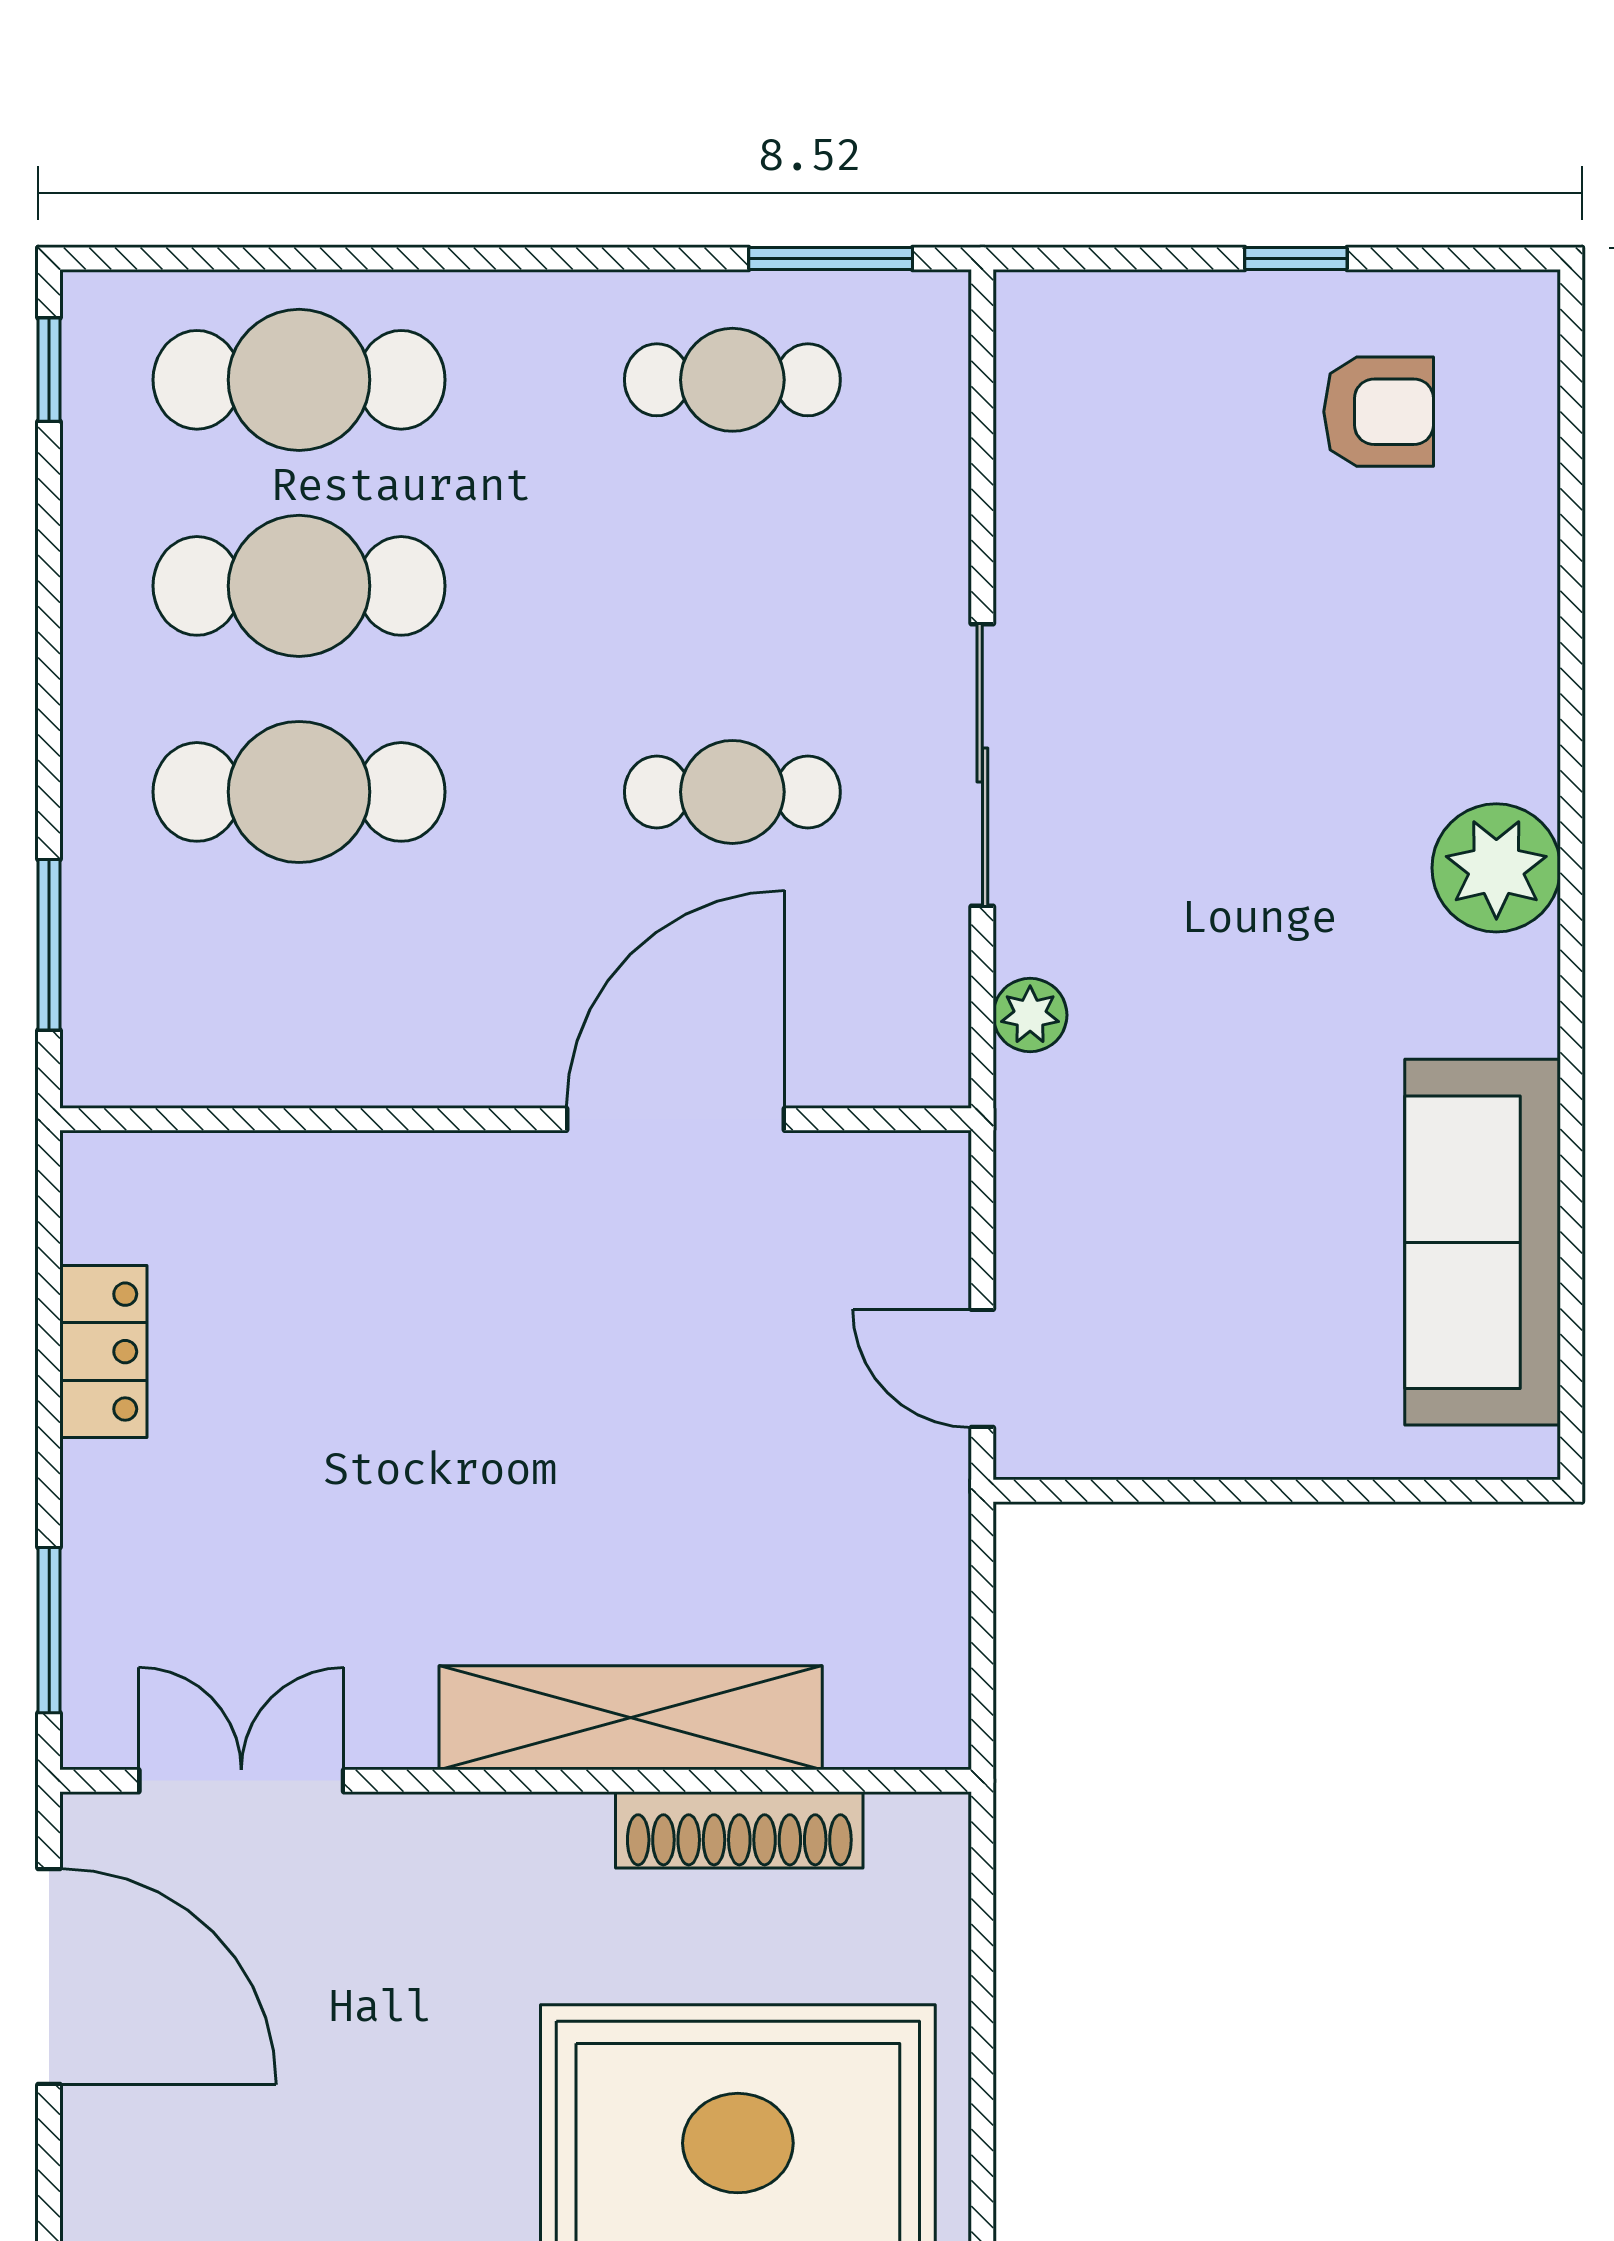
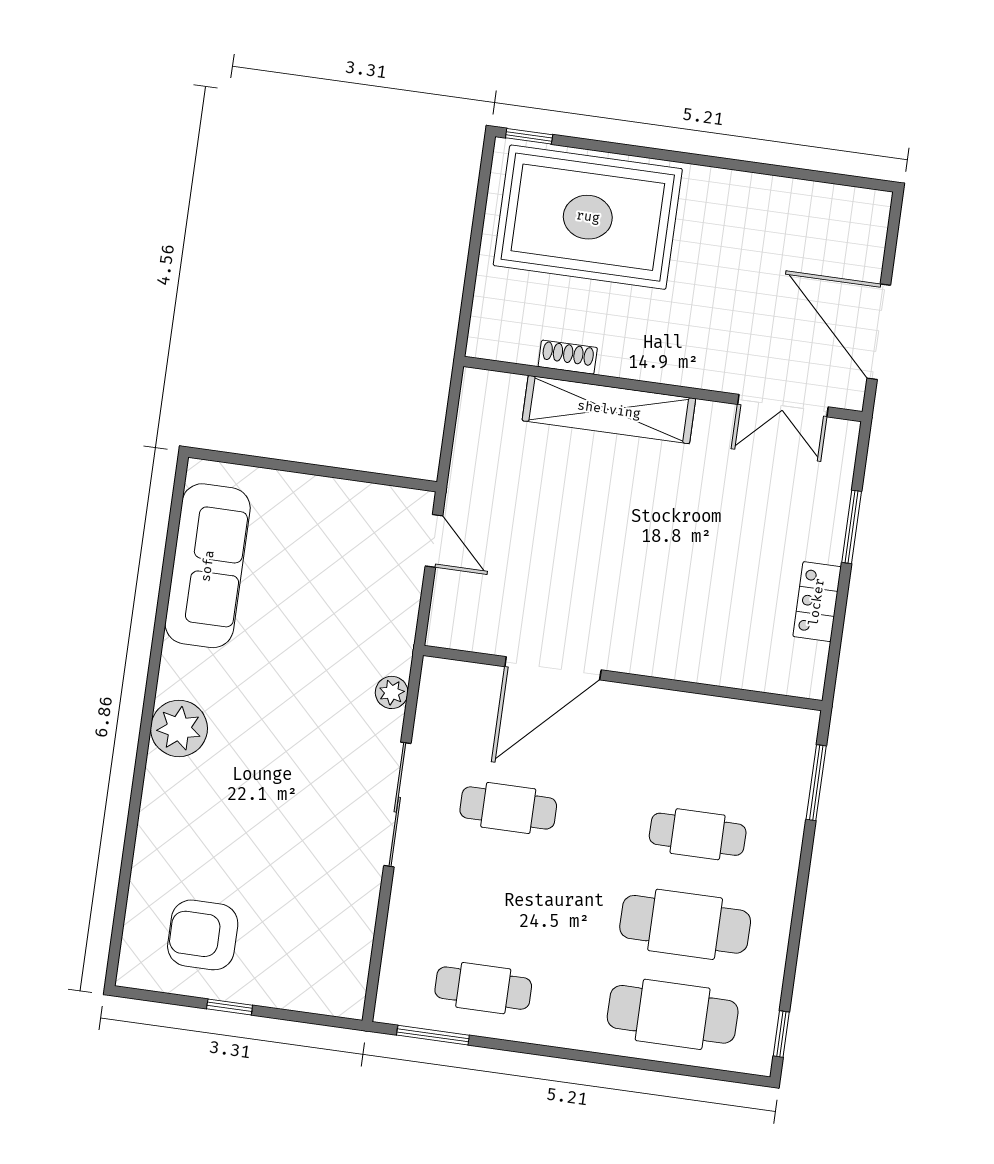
armchair: (1379, 412) -> (203, 935), width x1.38, depth x1.38
cafe table: (299, 792) -> (698, 834), width x0.73, depth x0.74
window: (49, 1630) -> (852, 527), moved
shoe rack: (739, 1830) -> (568, 357), width x0.51, depth x0.81

